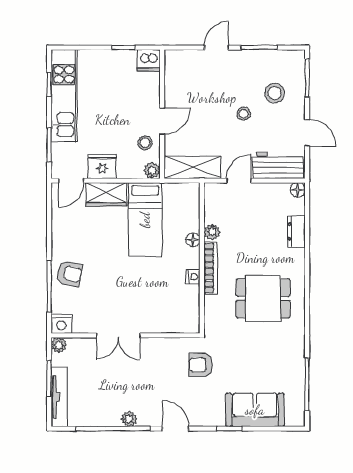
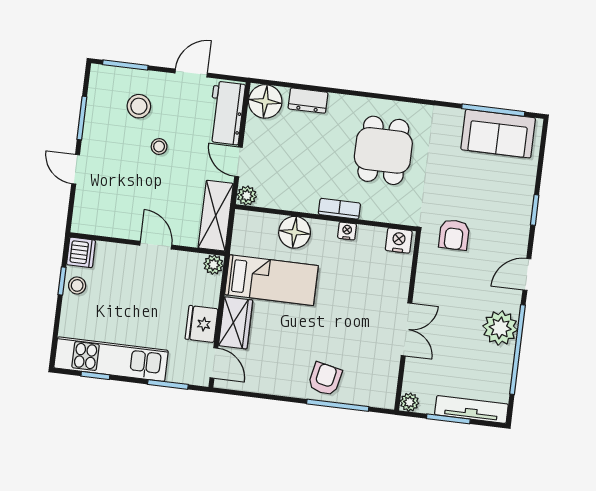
stool: (145, 143) -> (77, 285), moved
floor lamp: (298, 190) -> (265, 101), width x1.89, depth x1.89
plant: (212, 232) -> (247, 196), moved
floor lamp: (193, 240) -> (295, 232), width x1.89, depth x1.89
bookcase: (211, 268) -> (339, 209), width x0.64
nightstand: (61, 324) -> (399, 241), moved, turned -90
sofa: (255, 410) -> (498, 134), moved, turned -90
plant: (129, 419) -> (500, 328), width x1.88, depth x1.88

